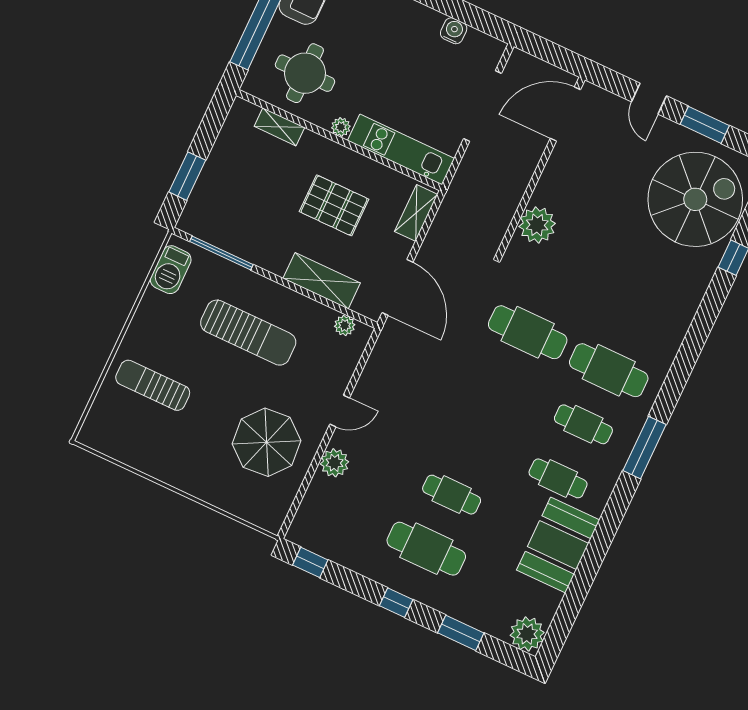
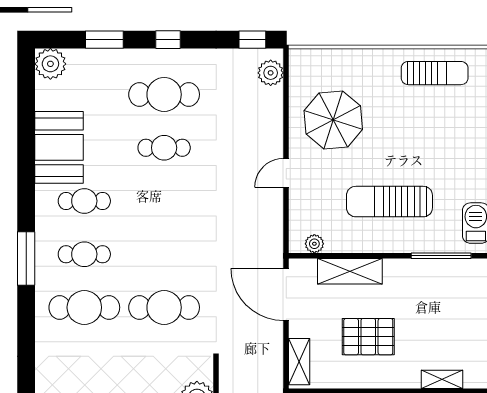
sun lounger: (153, 385) -> (435, 73), moved
plant: (334, 463) -> (271, 73), moved

